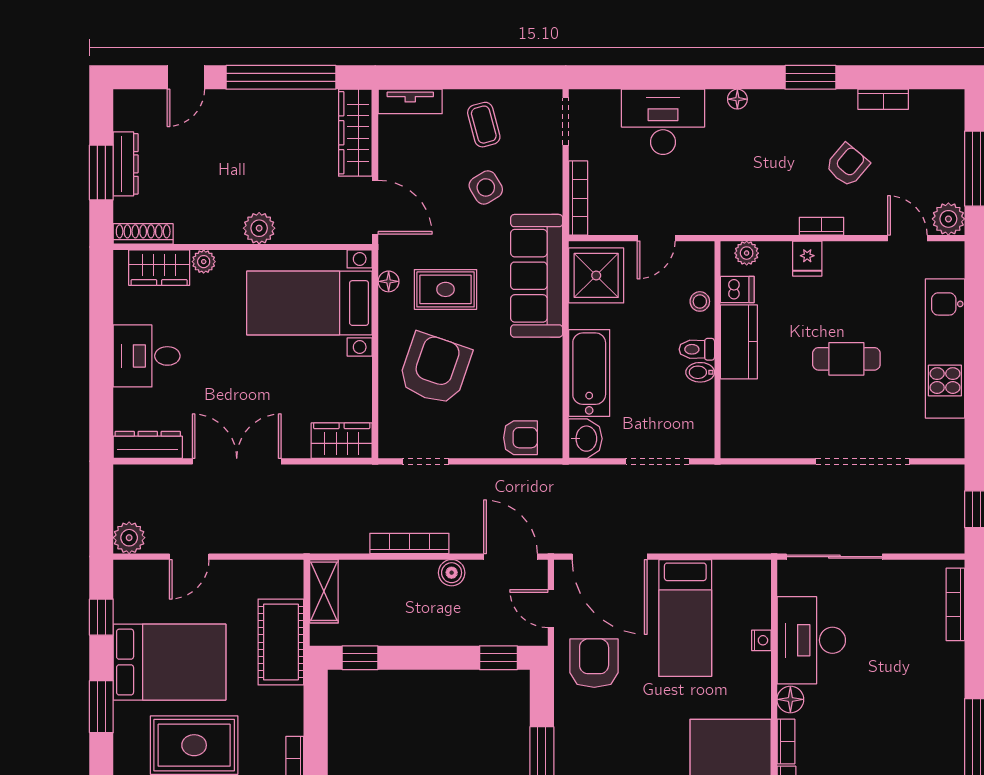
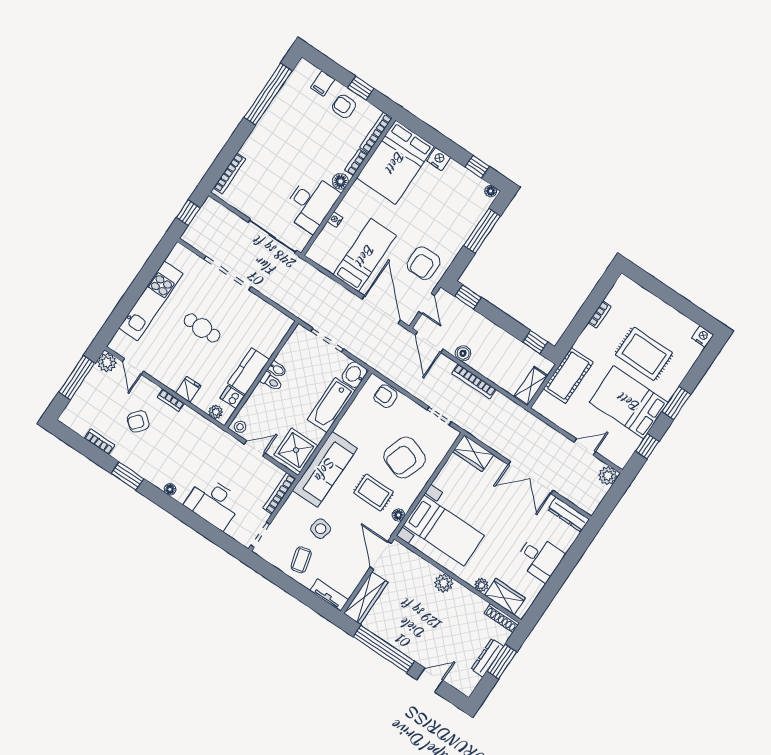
side table: (486, 187) -> (321, 529), turned 45
stool: (700, 301) -> (240, 427), moved

